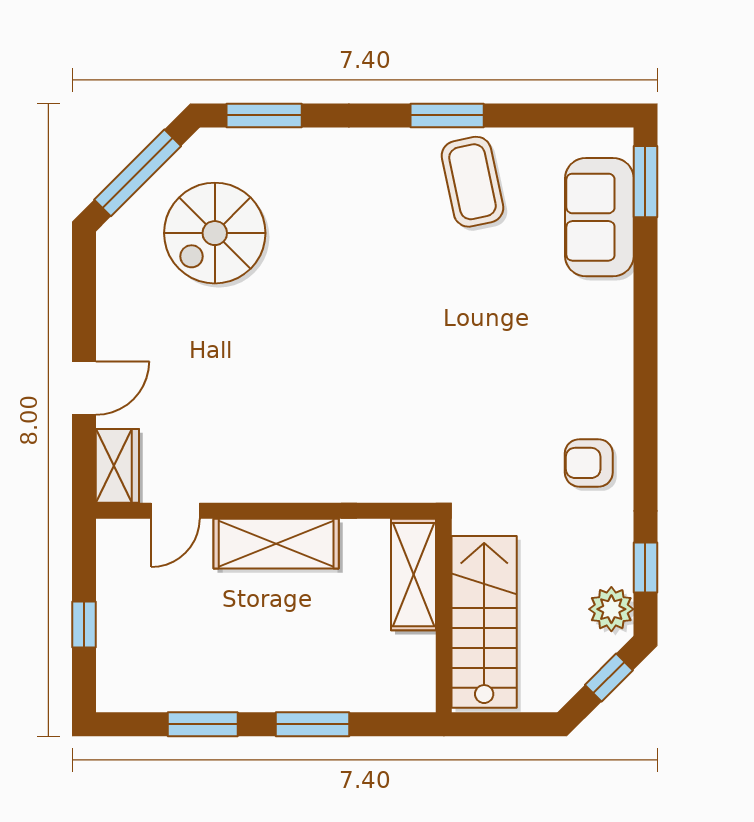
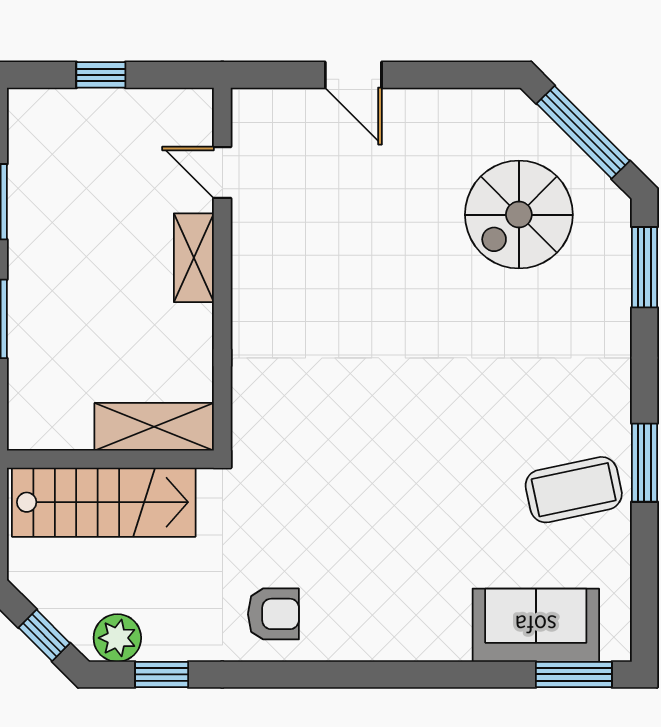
spiral stairs: (215, 233) -> (519, 215), turned -90
armchair: (589, 463) -> (273, 614), turned 90
wardrobe: (117, 466) -> (270, 110), removed
shelving: (276, 544) -> (194, 258), width x0.67, depth x0.75

